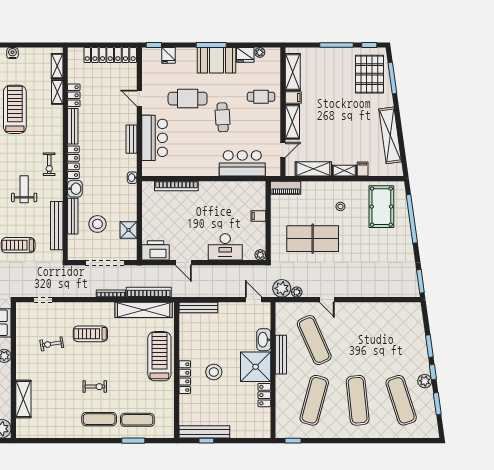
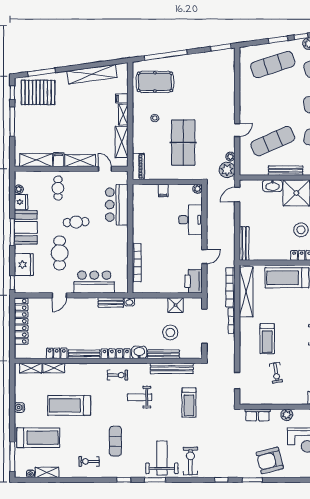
fridge: (168, 55) -> (24, 265), width x1.88, depth x1.34
bench: (132, 139) -> (111, 302), moved
exercise mat: (401, 340) -> (273, 64), added

